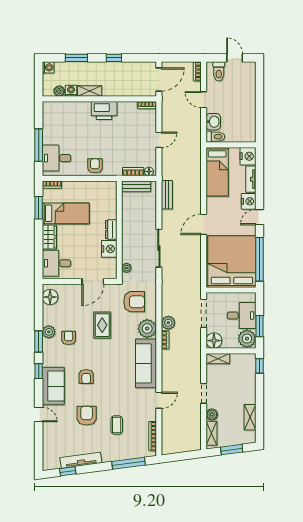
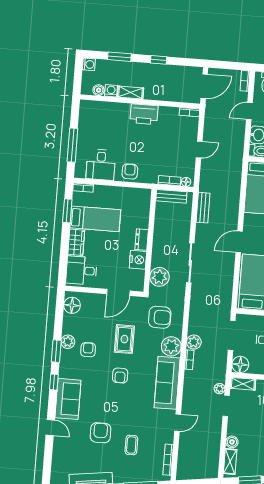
door: (204, 100) -> (249, 111), hinge flipped
desk: (56, 158) -> (101, 165), moved, turned -90
plant: (127, 268) -> (159, 277), width x1.87, depth x1.87
plant: (196, 365) -> (220, 389), added
armchair: (86, 376) -> (120, 376), moved
doorway: (204, 393) -> (226, 406), moved

